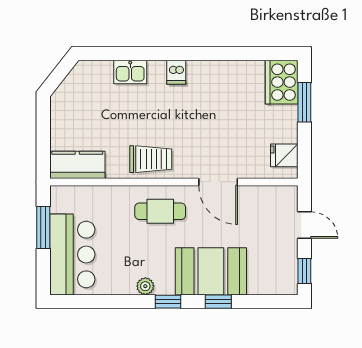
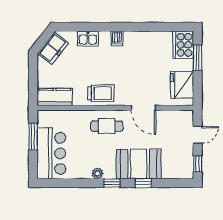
freezer: (75, 87) -> (53, 48), added
fridge: (284, 155) -> (182, 85), width x1.88, depth x1.34
door: (304, 225) -> (198, 135), hinge flipped

